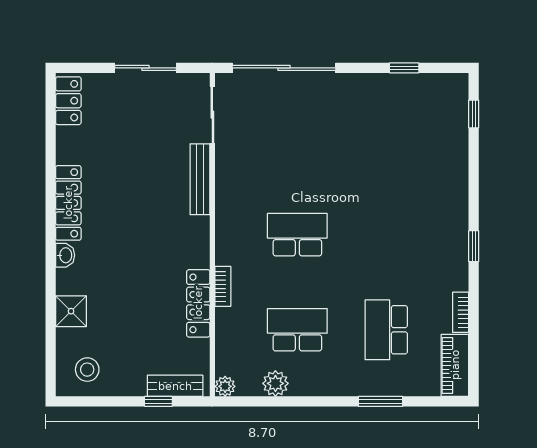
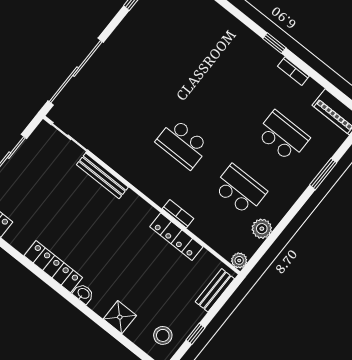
school desk: (297, 235) -> (183, 144), turned -90
bookcase: (461, 312) -> (293, 71), moved
school desk: (297, 330) -> (240, 190), turned 90
school desk: (386, 330) -> (283, 136), turned 180
window: (158, 401) -> (195, 334), moved

